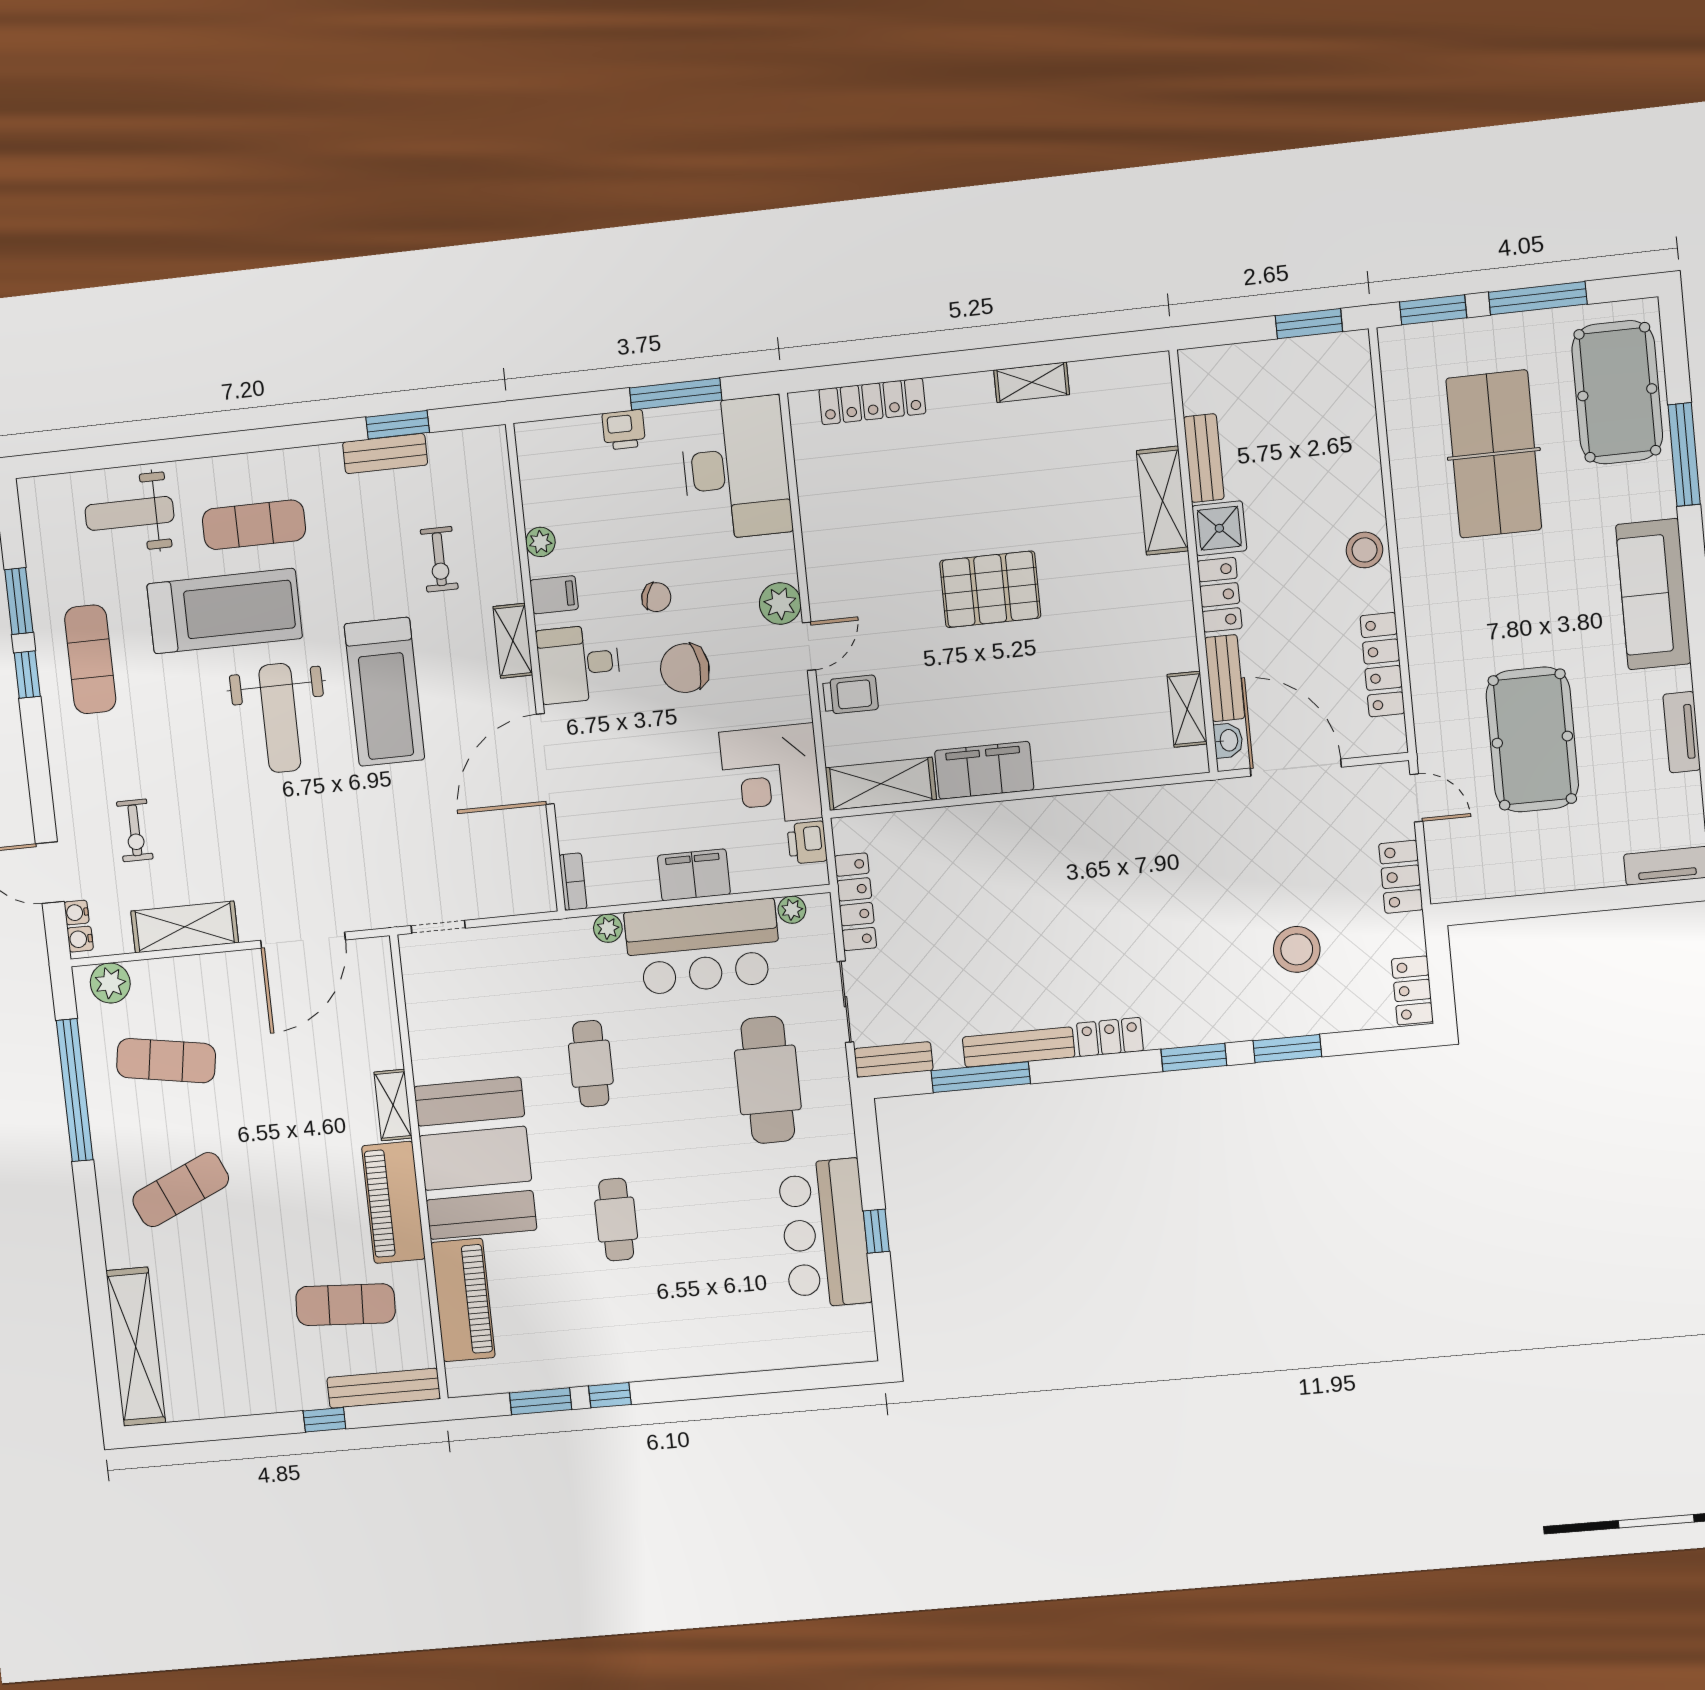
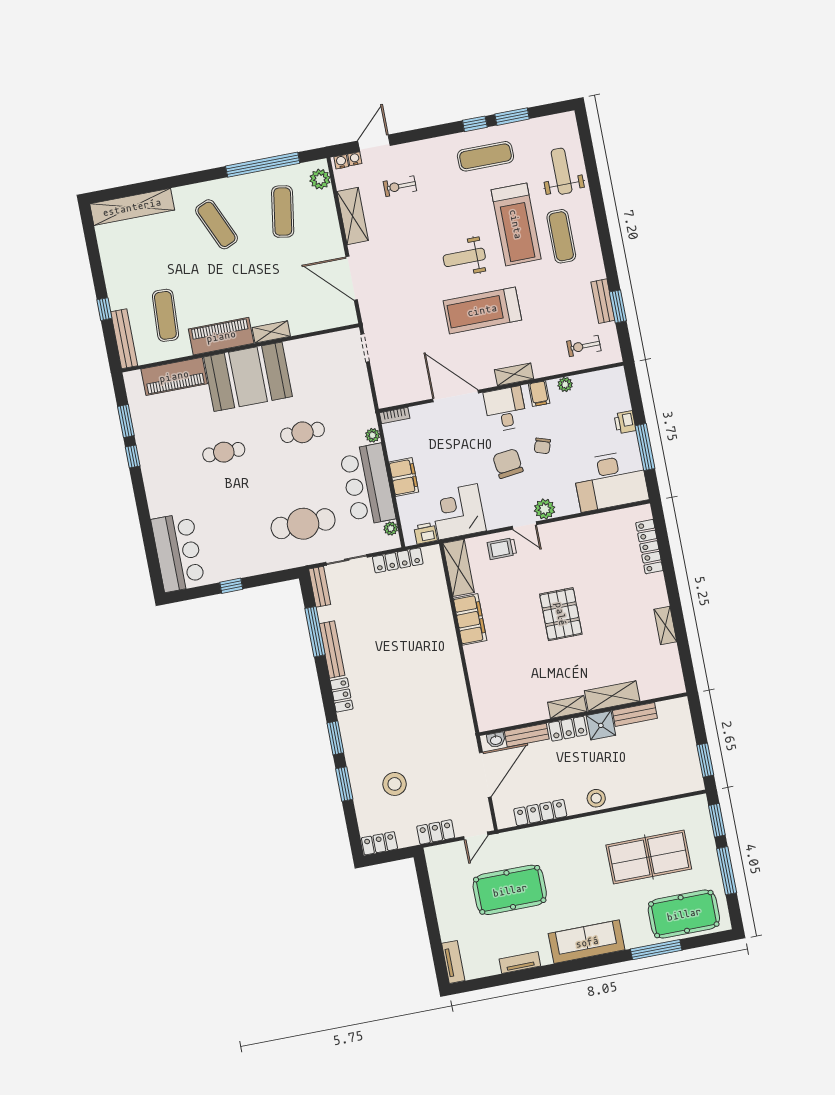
exercise bike: (439, 559) -> (584, 346), moved
trolley: (851, 695) -> (502, 549), turned 90
shelving: (1187, 709) -> (567, 707), moved
weight bench: (280, 718) -> (464, 257), width x0.73, depth x0.75
bar counter: (825, 1234) -> (178, 552), moved, turned 90

